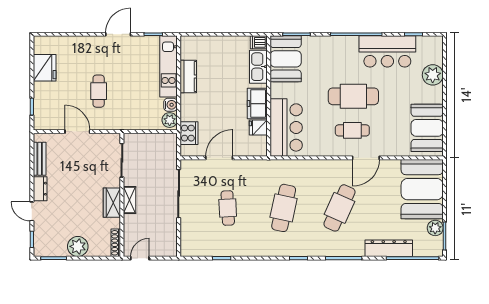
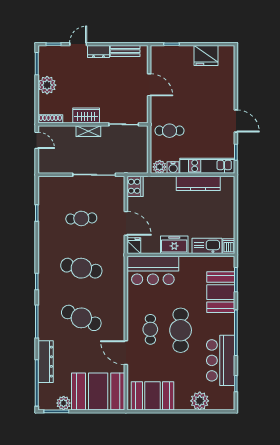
booth: (286, 59) -> (221, 292), moved, turned 90
kitchen counter: (188, 76) -> (198, 183), width x1.50
cafe table: (99, 91) -> (169, 131), moved
fridge: (258, 127) -> (134, 246), moved
door: (77, 132) -> (149, 85), hinge flipped
cooker: (189, 133) -> (135, 186), moved, turned -90
door: (219, 158) -> (126, 223), moved
door: (366, 158) -> (126, 353), moved

